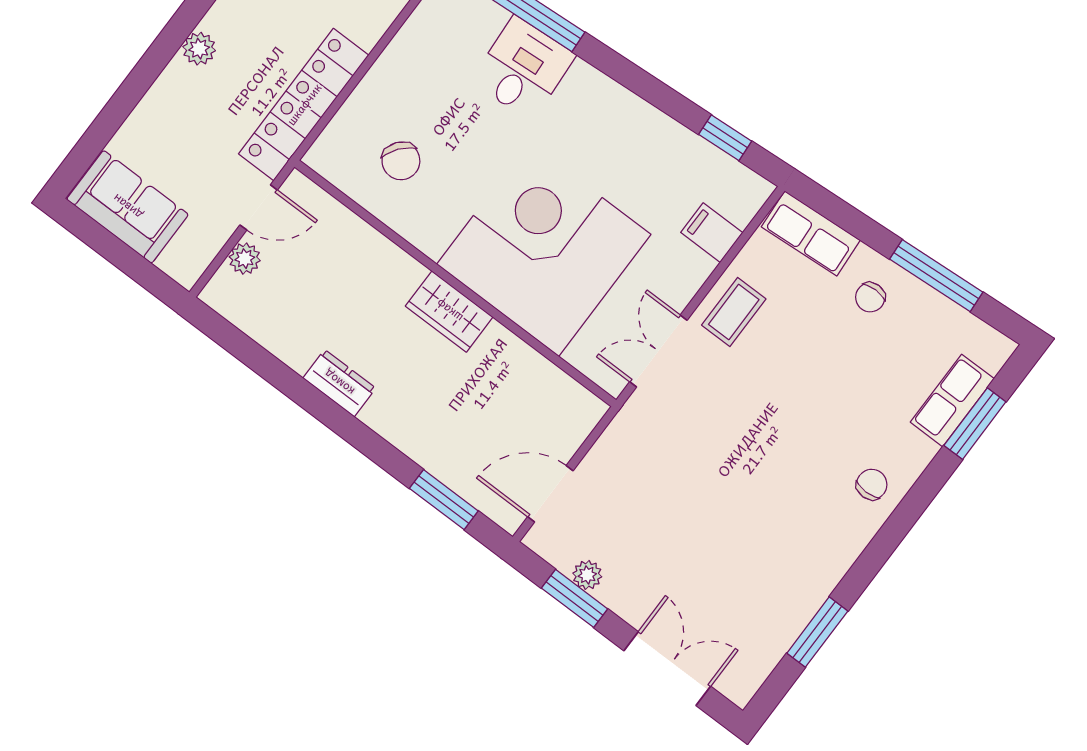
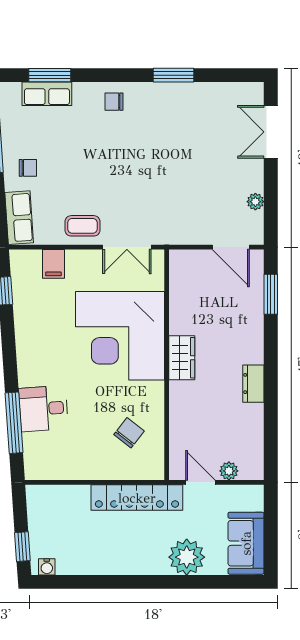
plant: (199, 49) -> (187, 557), moved, width x1.87, depth x1.87
window: (575, 598) -> (271, 199), removed
window: (817, 632) -> (173, 75), moved

